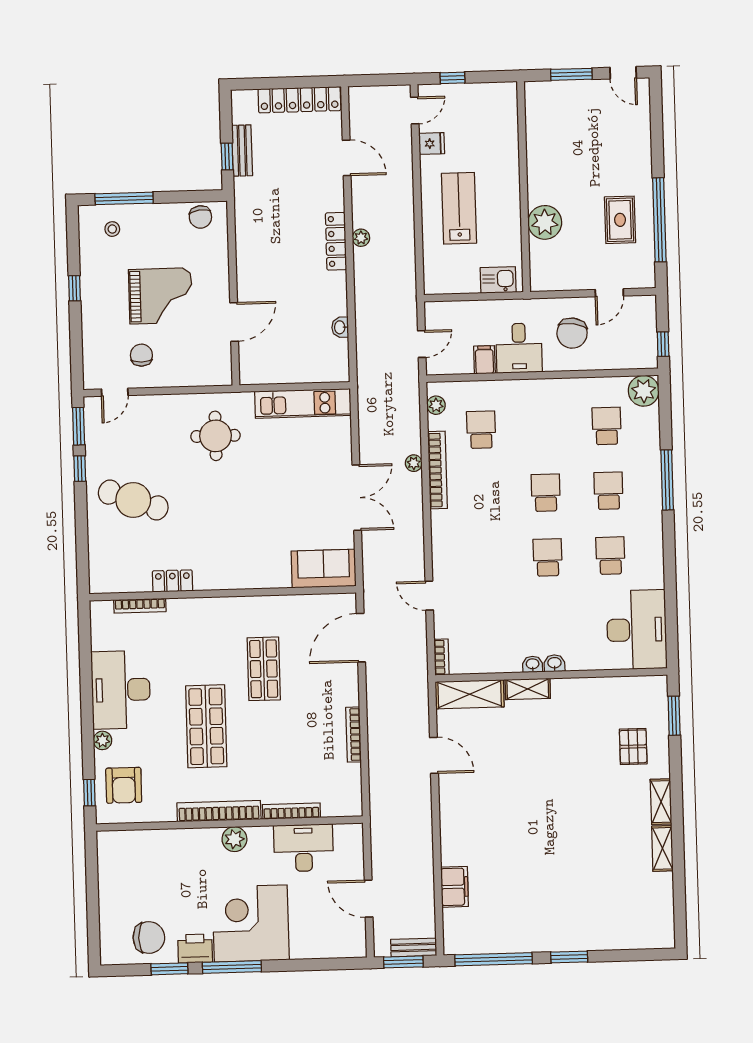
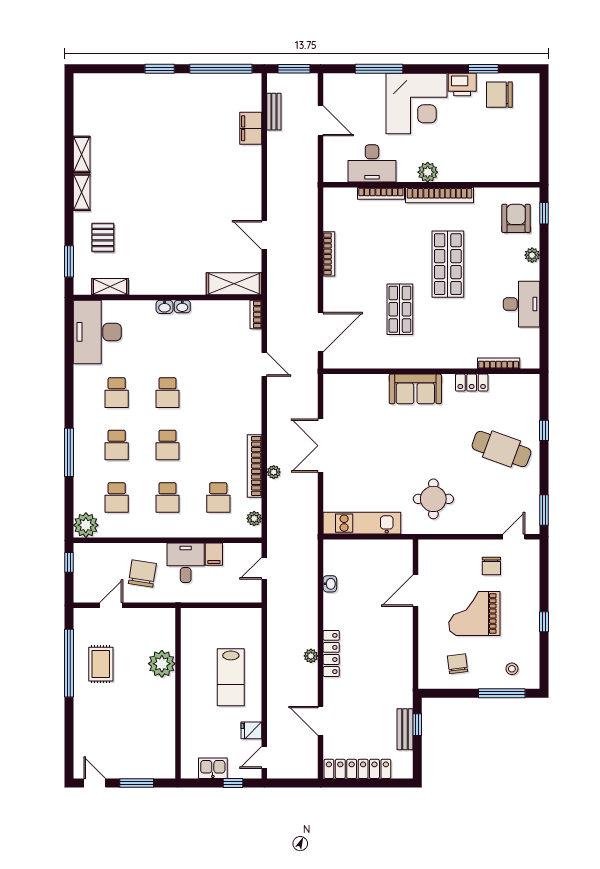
chair: (200, 217) -> (458, 664), moved
kitchen sink: (498, 280) -> (213, 768), moved, turned 180
school desk: (544, 428) -> (167, 498), added
window: (80, 469) -> (544, 430), moved
sofa: (324, 569) -> (415, 389), moved
shelving: (528, 689) -> (110, 287), moved
desk: (121, 690) -> (522, 304), width x0.73, depth x0.77
bench: (414, 947) -> (274, 112), moved, turned 90
window: (232, 967) -> (379, 69), moved

